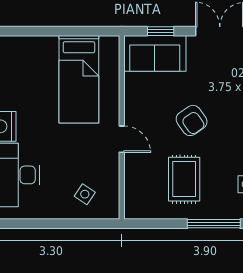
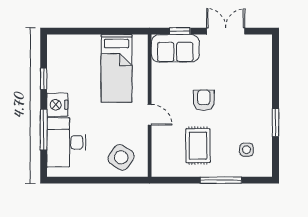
armchair: (192, 120) -> (204, 100), turned -145
side table: (85, 194) -> (121, 157), width x1.87, depth x1.87

